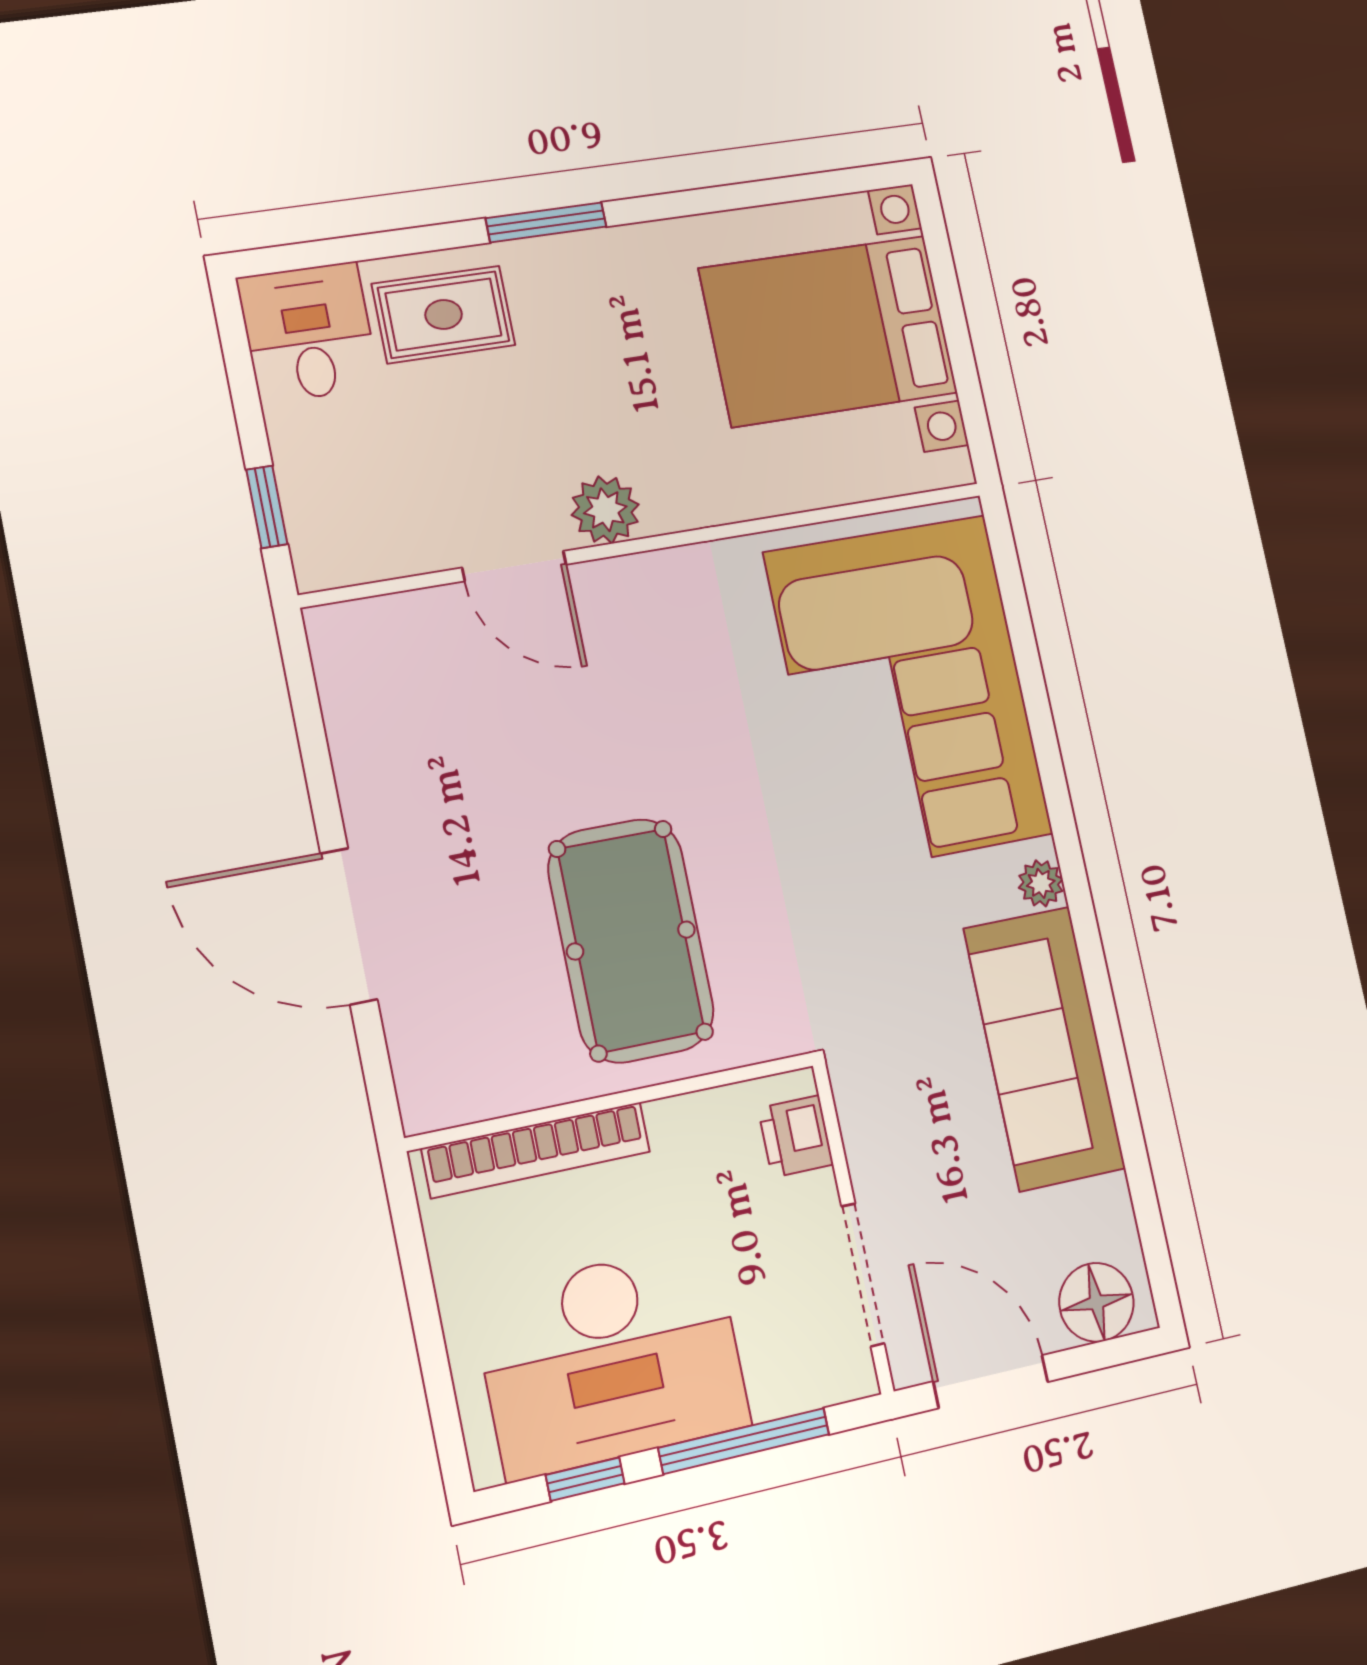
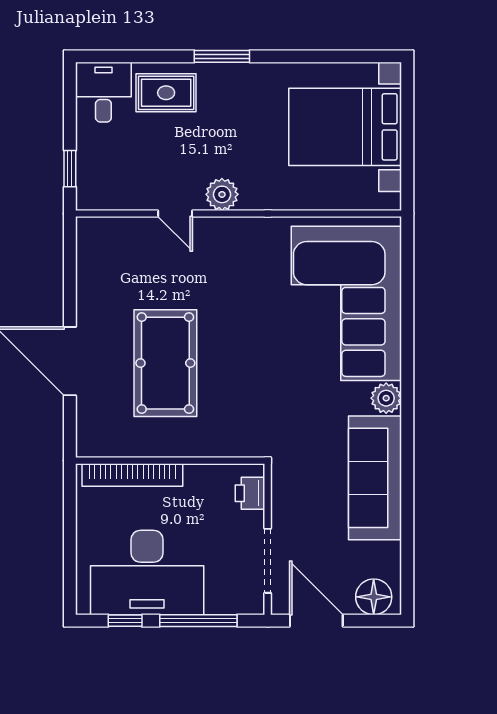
door: (514, 566) -> (175, 213), width x0.73
plant: (1041, 883) -> (386, 398), width x1.38, depth x1.38
pool table: (631, 940) -> (165, 363), moved

